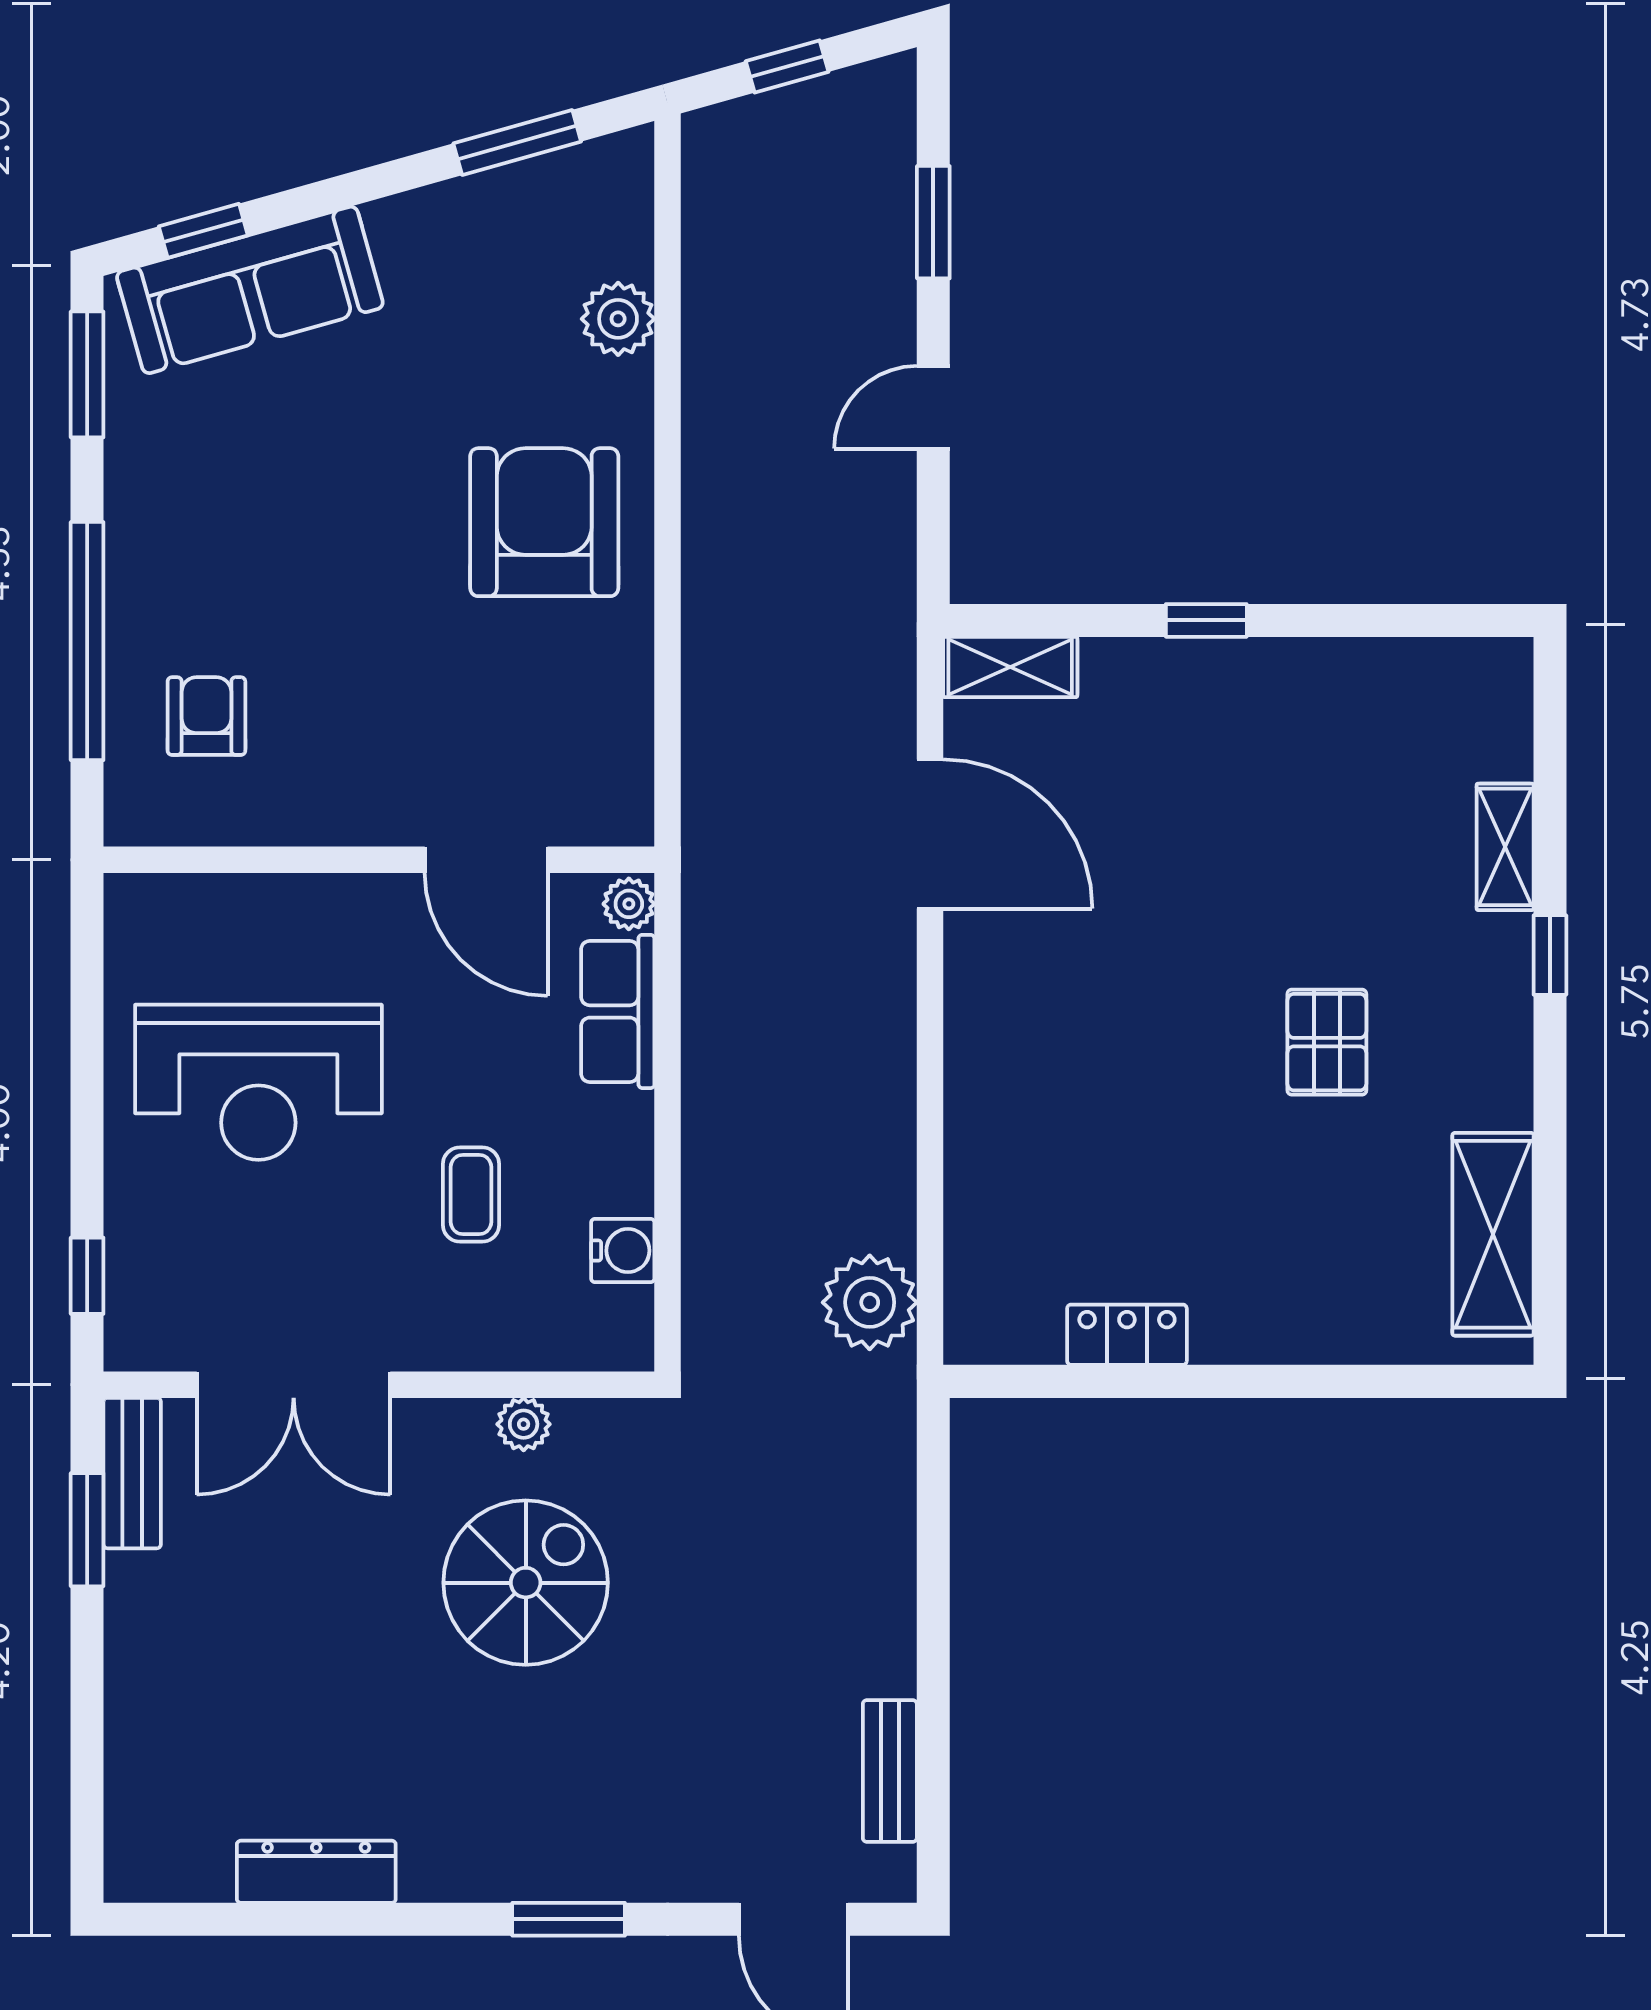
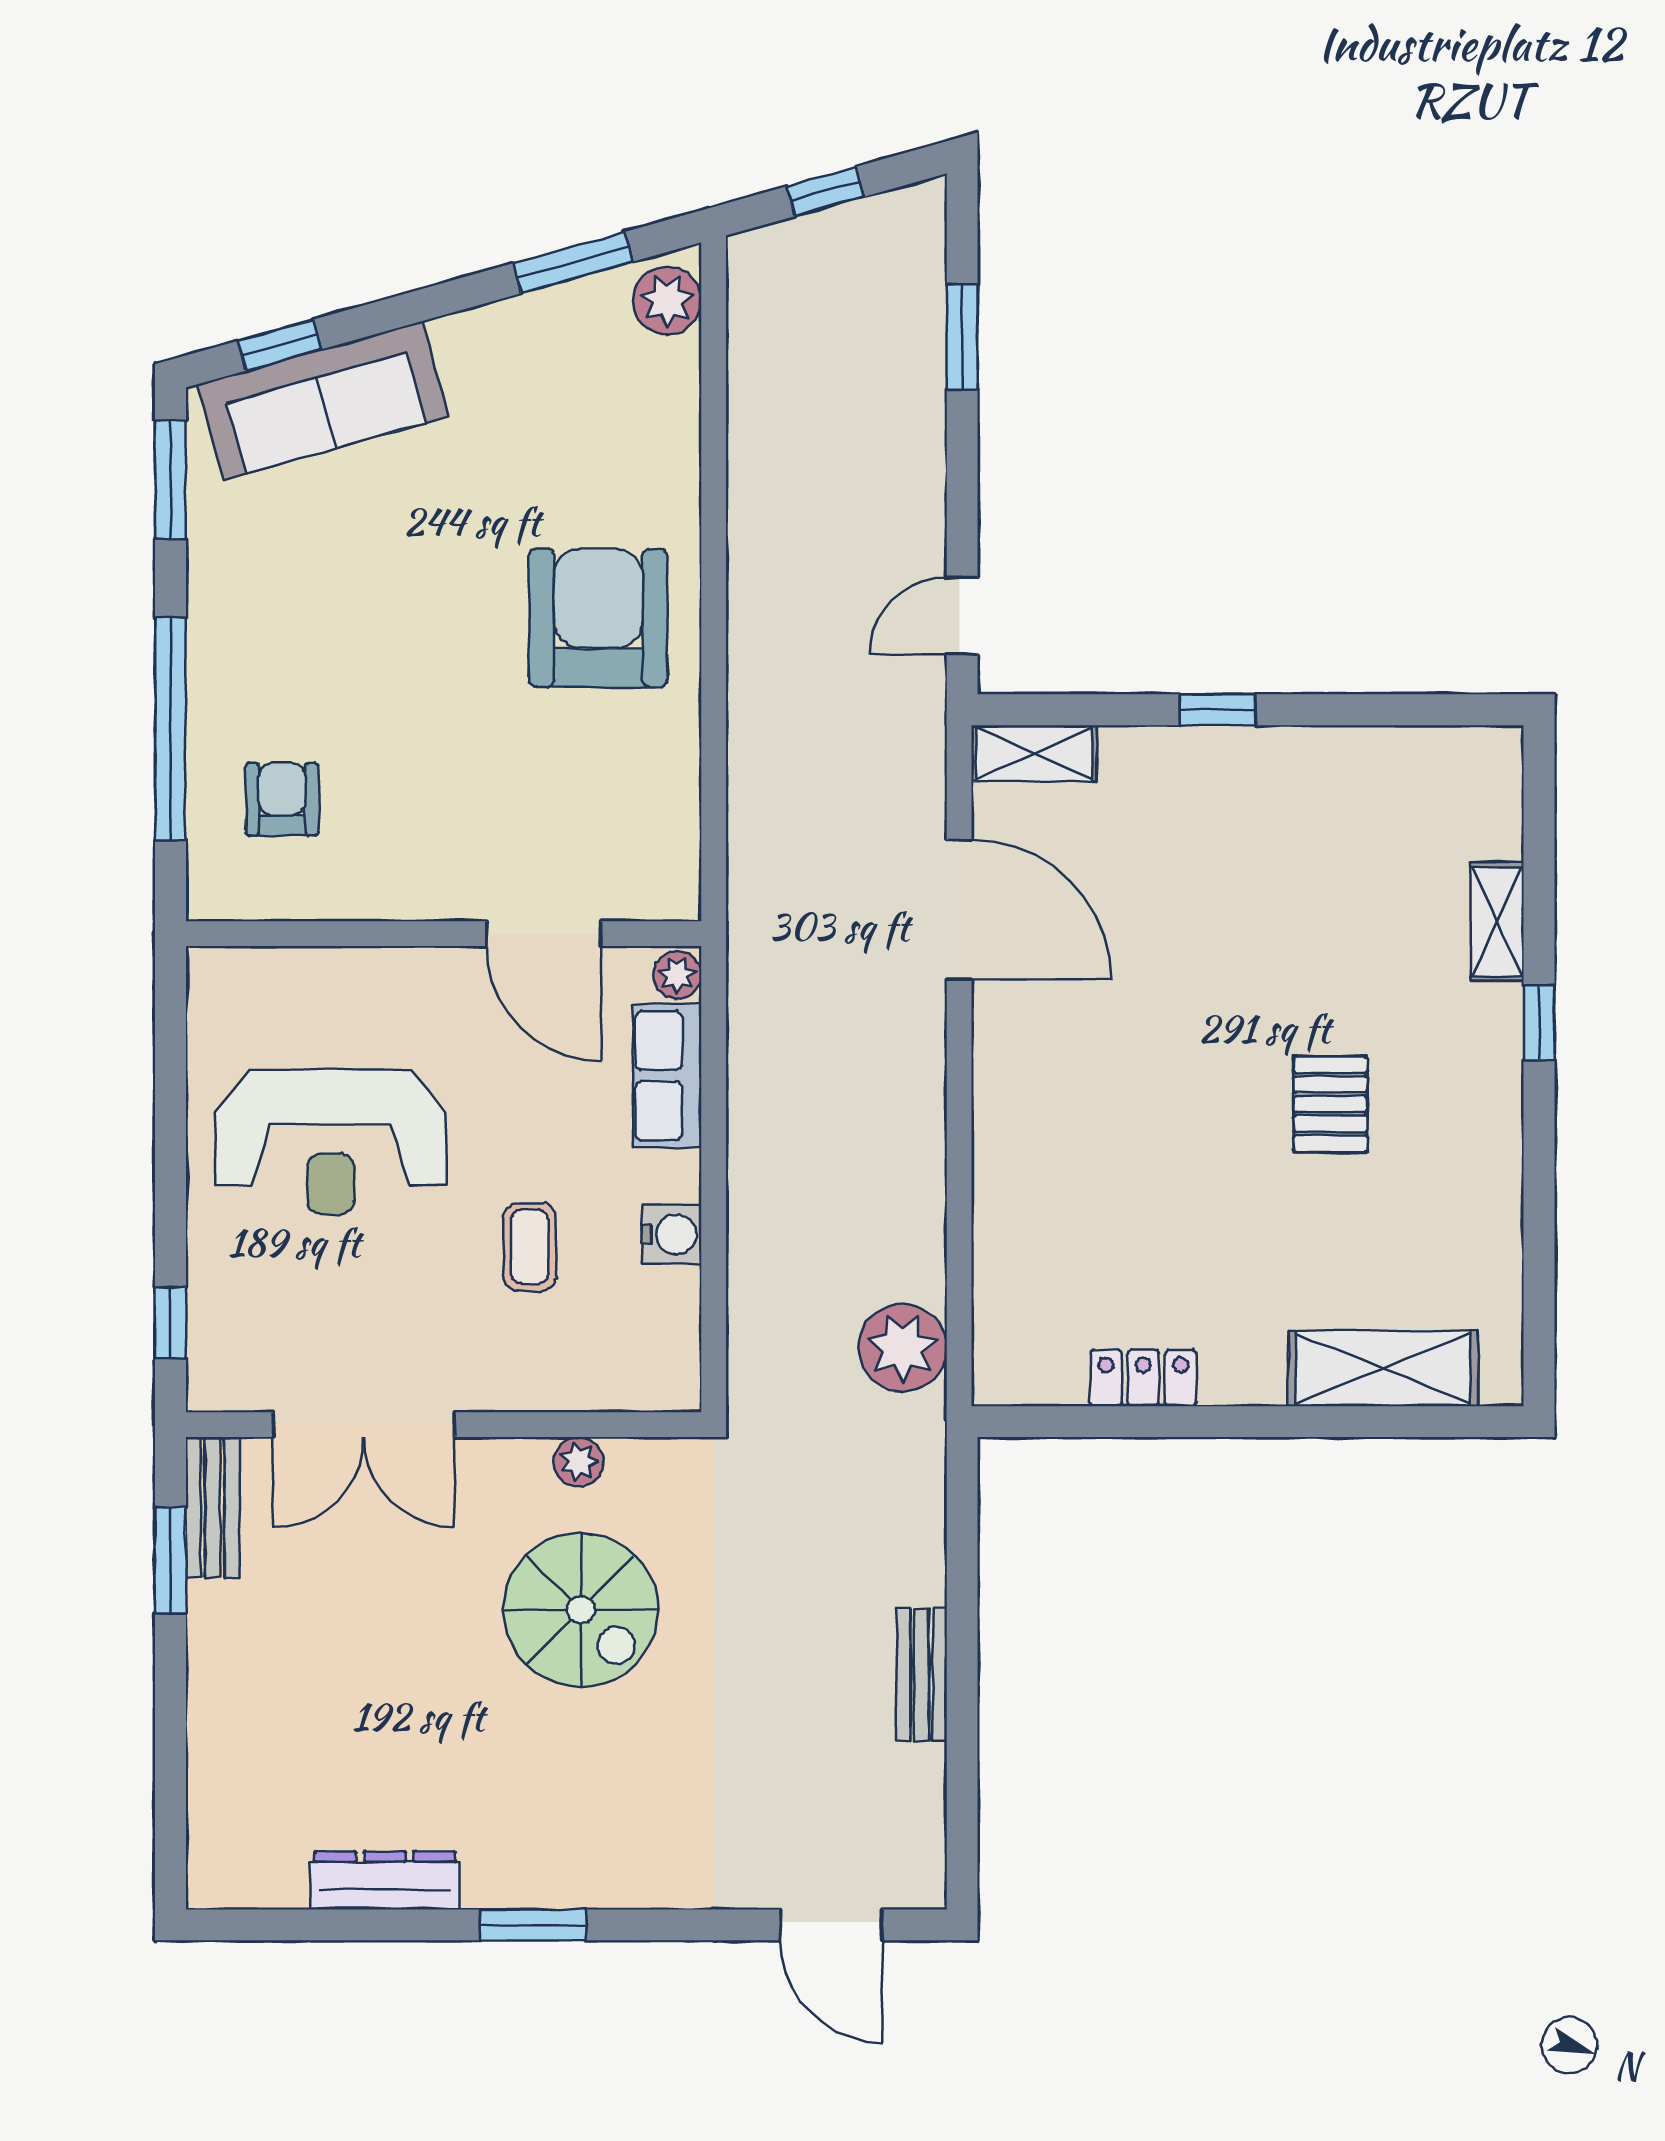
plant: (618, 319) -> (667, 301), moved
door: (933, 407) -> (962, 616), moved
shelving: (1493, 1234) -> (1383, 1368), moved, turned 90
water cooler: (623, 1251) -> (672, 1234), moved
spiral stairs: (526, 1583) -> (581, 1610), turned 90
bench: (890, 1771) -> (921, 1674), moved
window: (569, 1919) -> (533, 1925), moved

